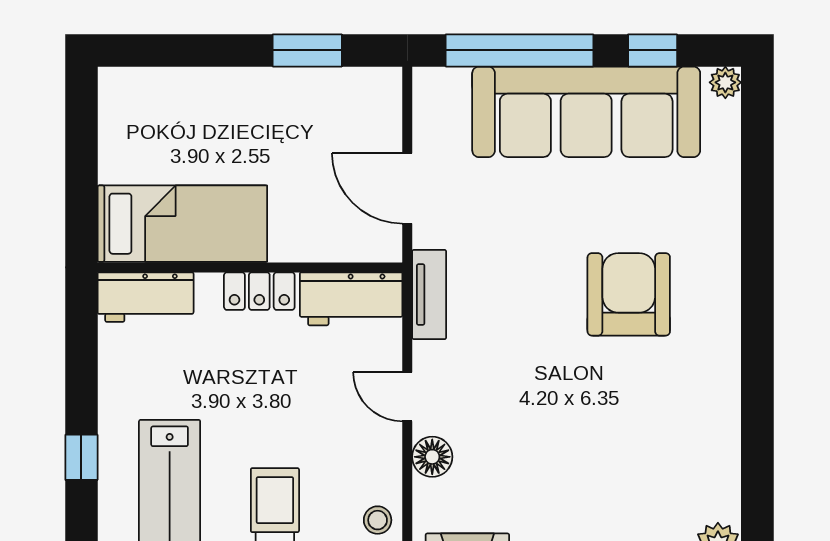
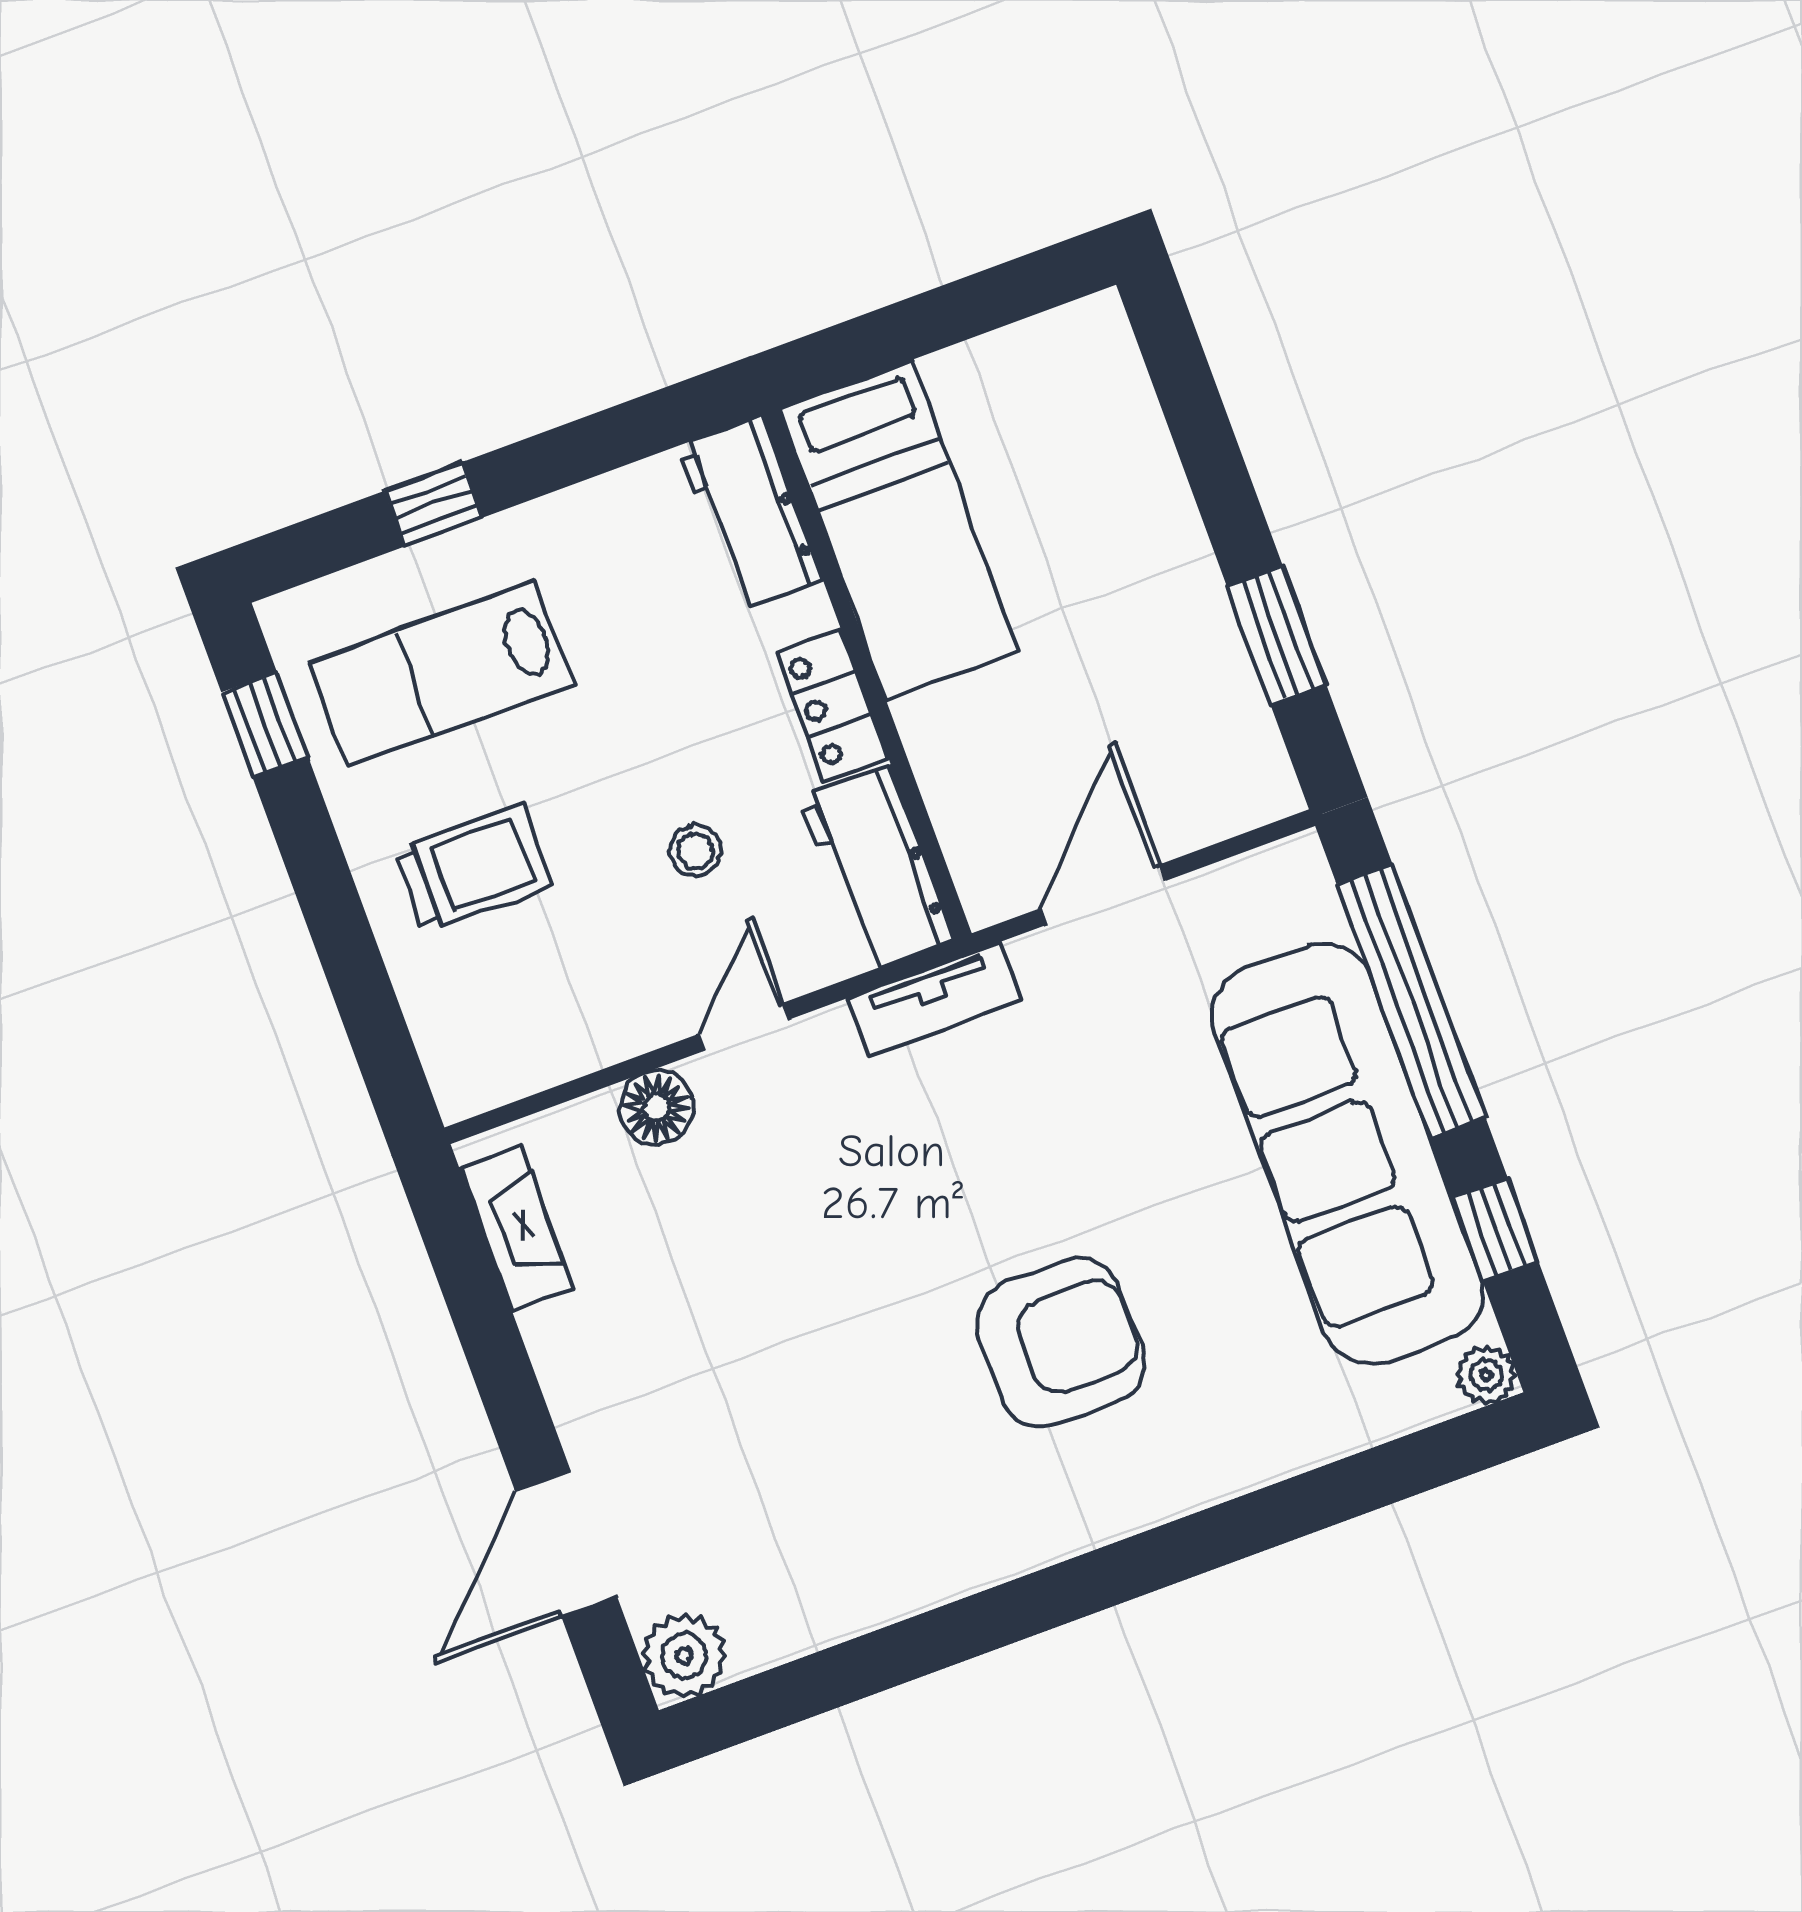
stool: (378, 520) -> (696, 851), moved

